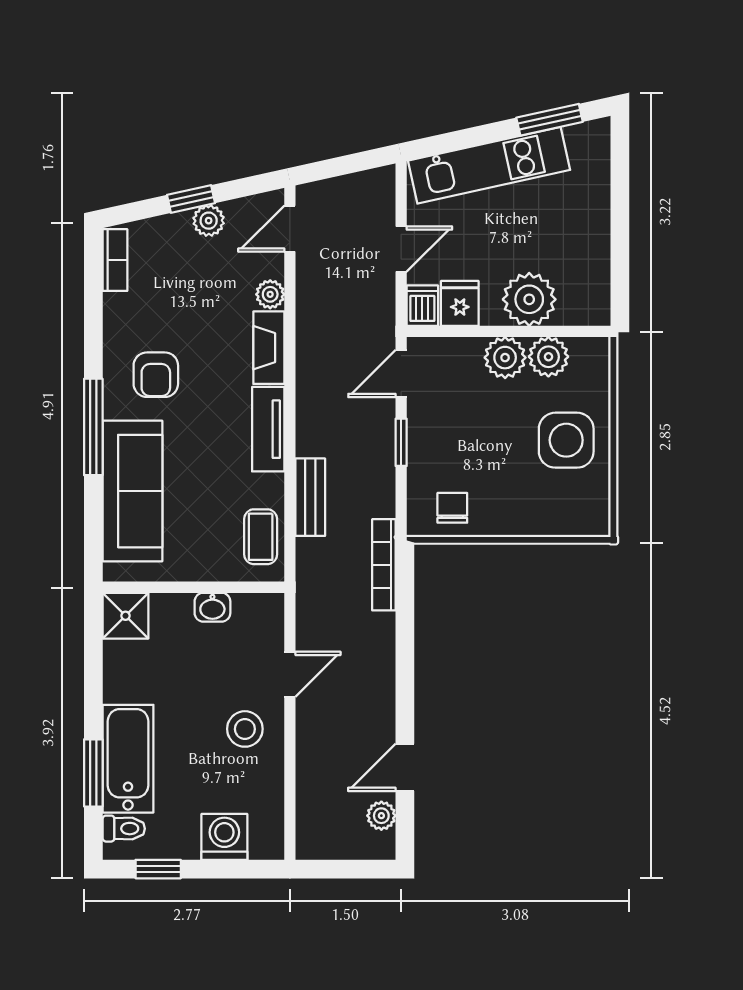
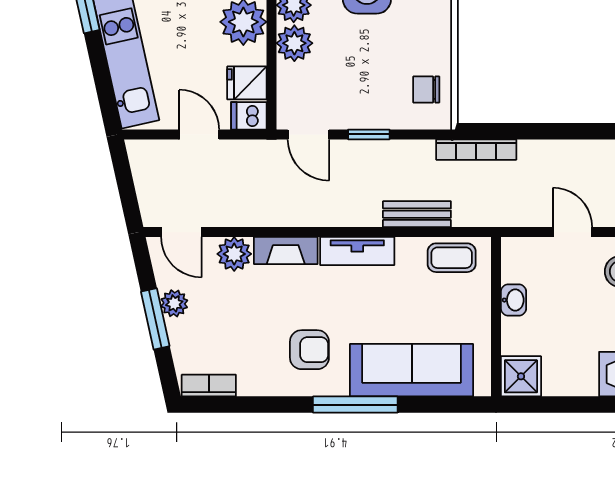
window: (191, 199) -> (155, 319), width x1.50
plant: (270, 294) -> (234, 254), width x1.38, depth x1.38

